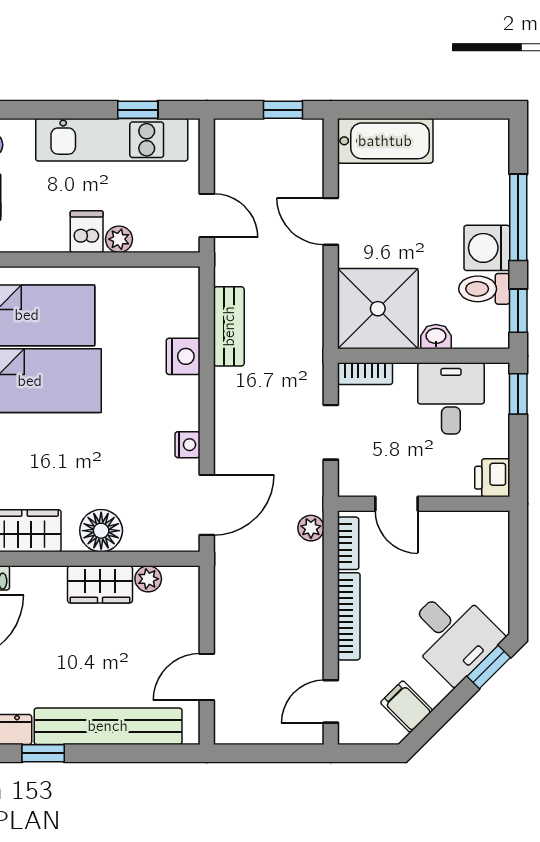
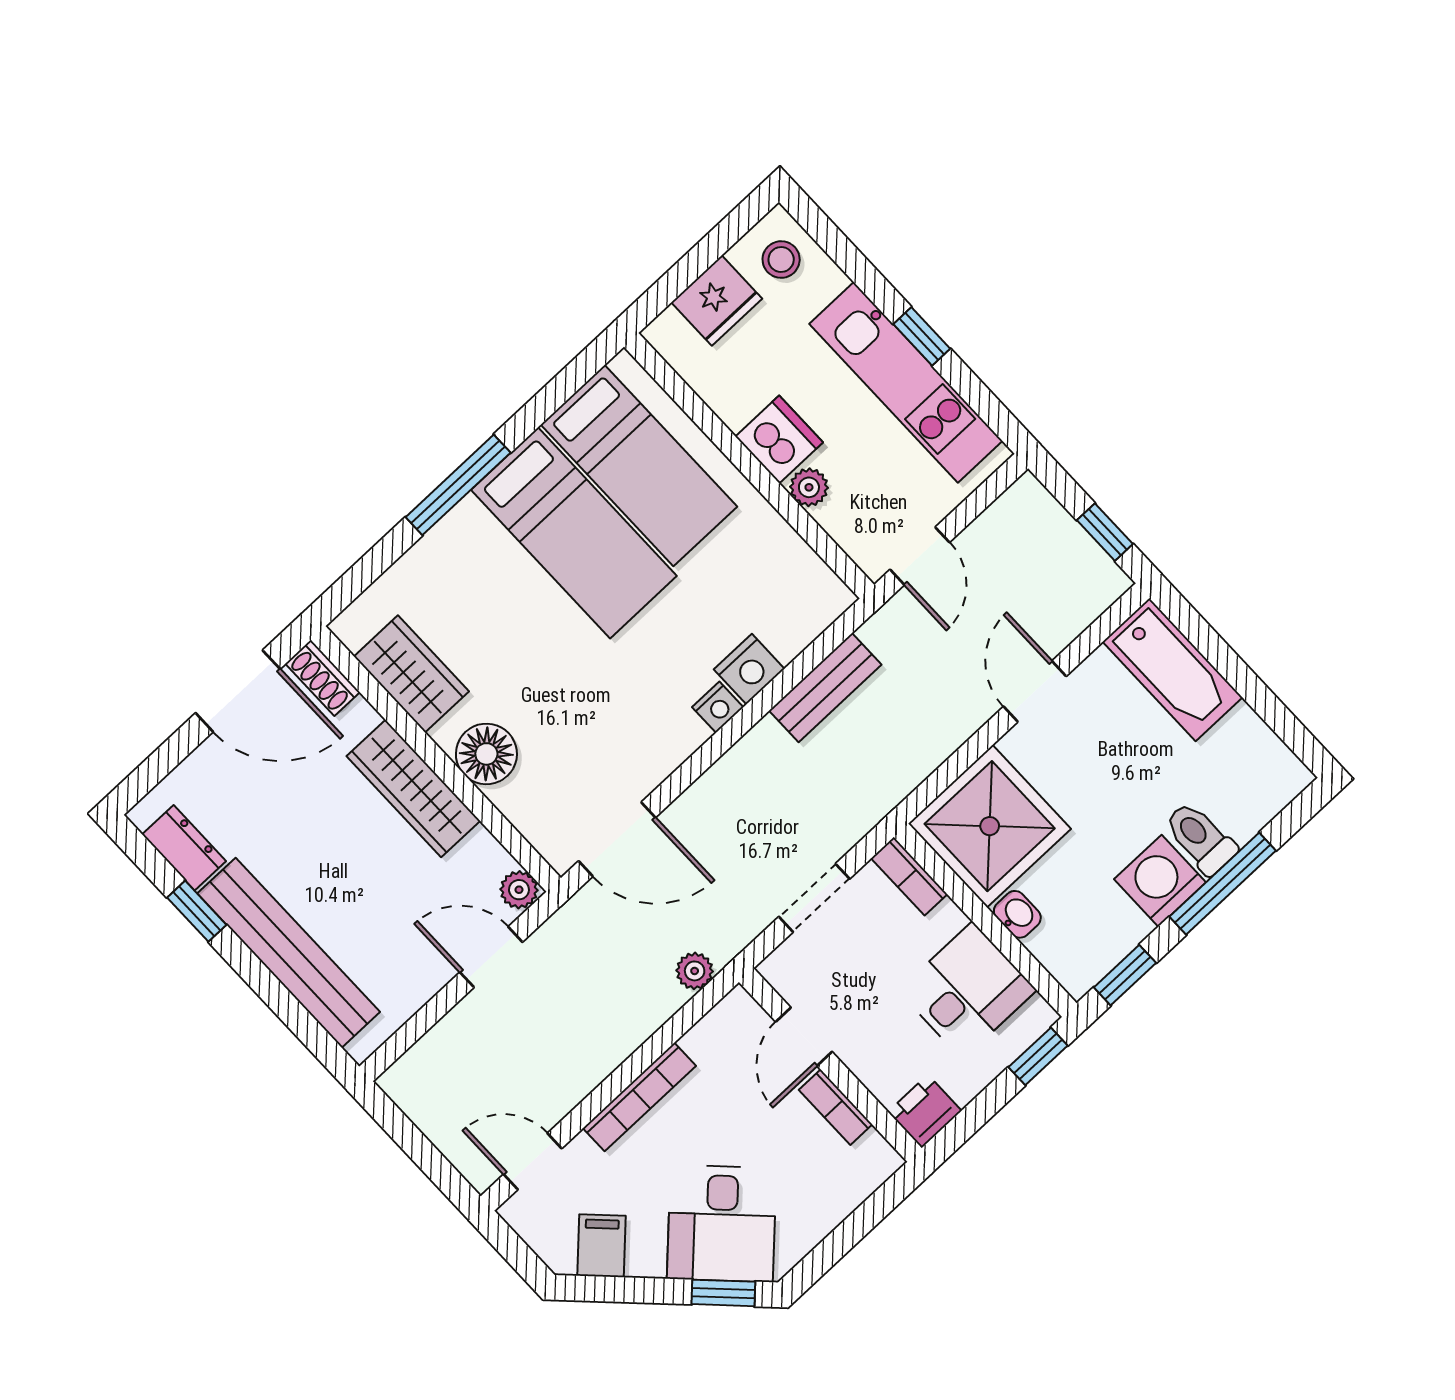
window: (138, 110) -> (922, 336), moved
dishwasher: (87, 232) -> (779, 439), width x1.38
toilet: (484, 289) -> (1200, 838), moved
nightstand: (188, 445) -> (718, 707), moved
bookcase: (348, 543) -> (836, 1107), moved, turned 90
plant: (148, 579) -> (519, 890), moved
wardrobe: (100, 584) -> (413, 789), width x1.50
door: (207, 677) -> (491, 957), moved

